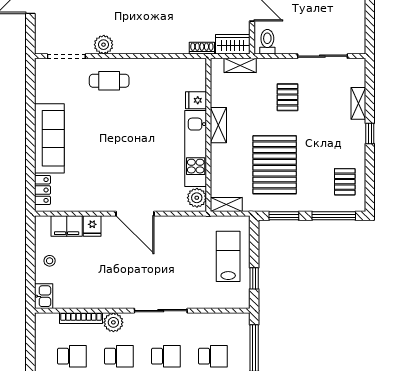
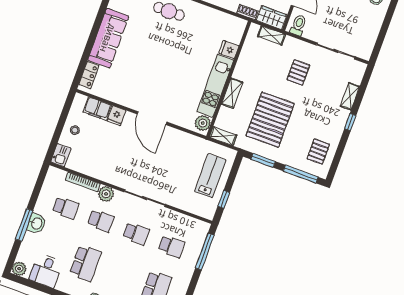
shelving: (218, 125) -> (232, 93), moved

